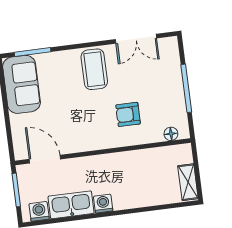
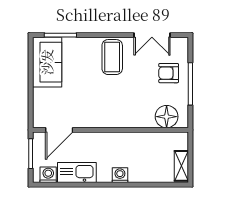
armchair: (128, 114) -> (169, 73), moved
floor lamp: (171, 134) -> (167, 117), width x1.89, depth x1.89
door: (45, 159) -> (59, 130), swing flipped
washing machine: (103, 204) -> (120, 175), moved

